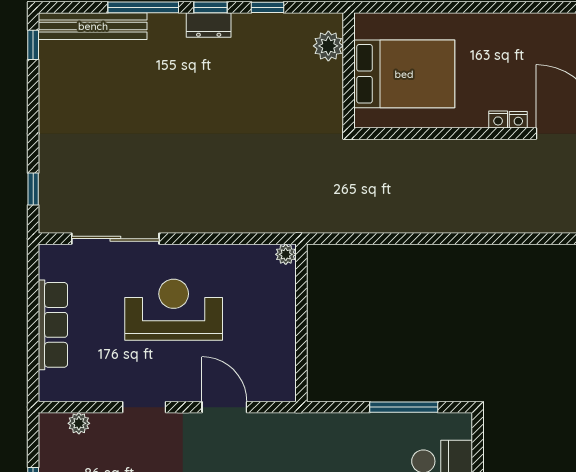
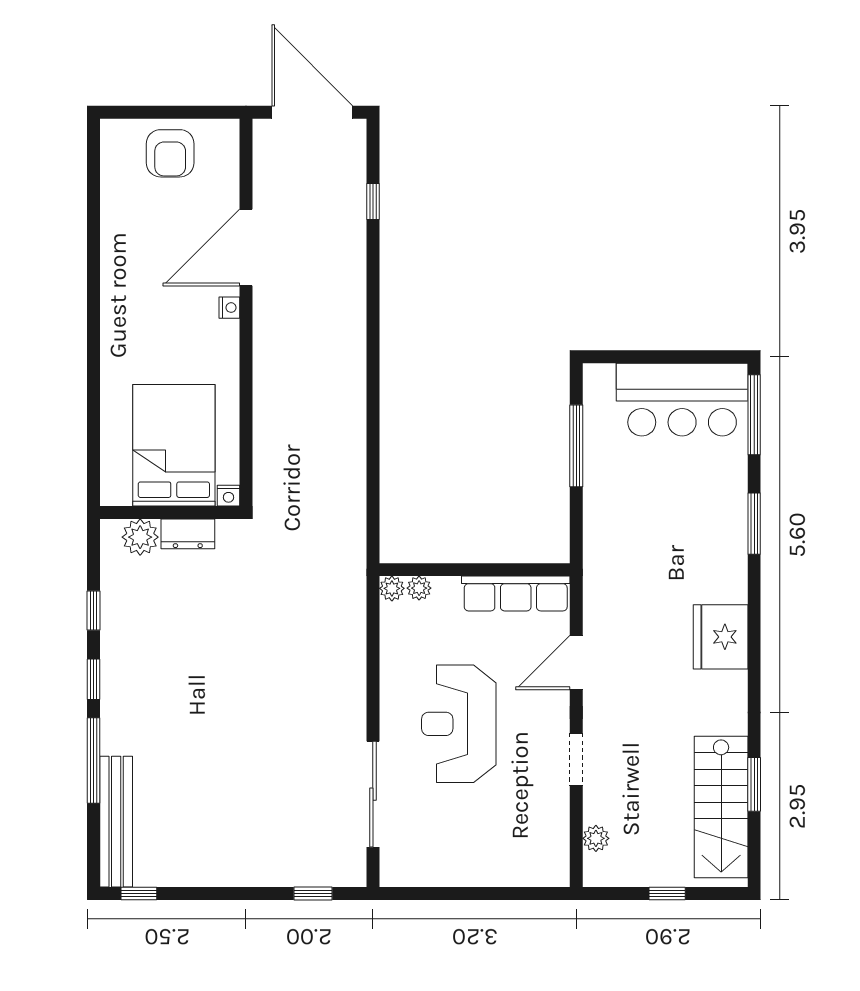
dresser: (209, 25) -> (188, 534), moved, turned 90
nightstand: (498, 120) -> (228, 496), moved, turned 90
plant: (286, 277) -> (419, 588), added
row of seats: (53, 325) -> (516, 593), moved, turned 180

